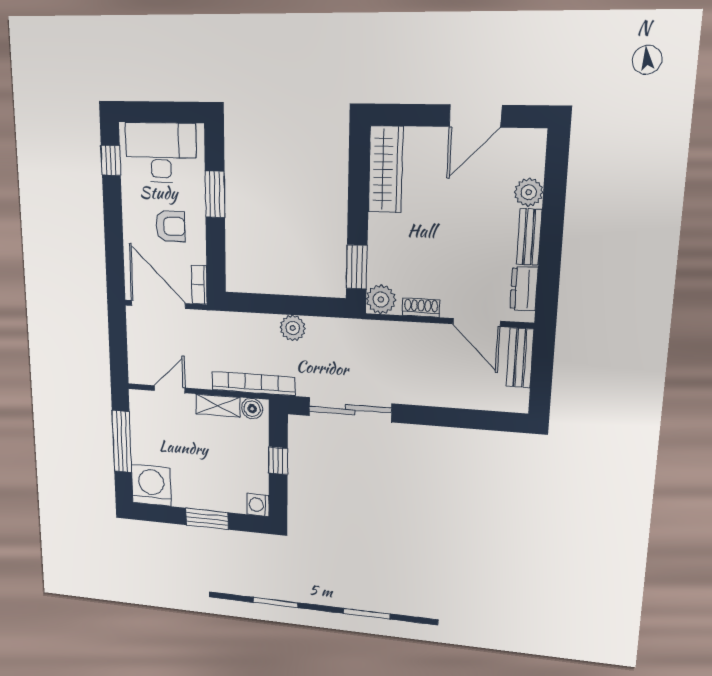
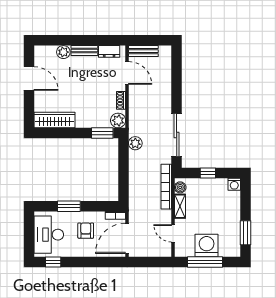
door: (477, 323) -> (127, 73), hinge flipped
plant: (293, 328) -> (135, 143), moved
washing machine: (151, 485) -> (207, 245), moved, turned 90
window: (207, 519) -> (245, 233), moved

